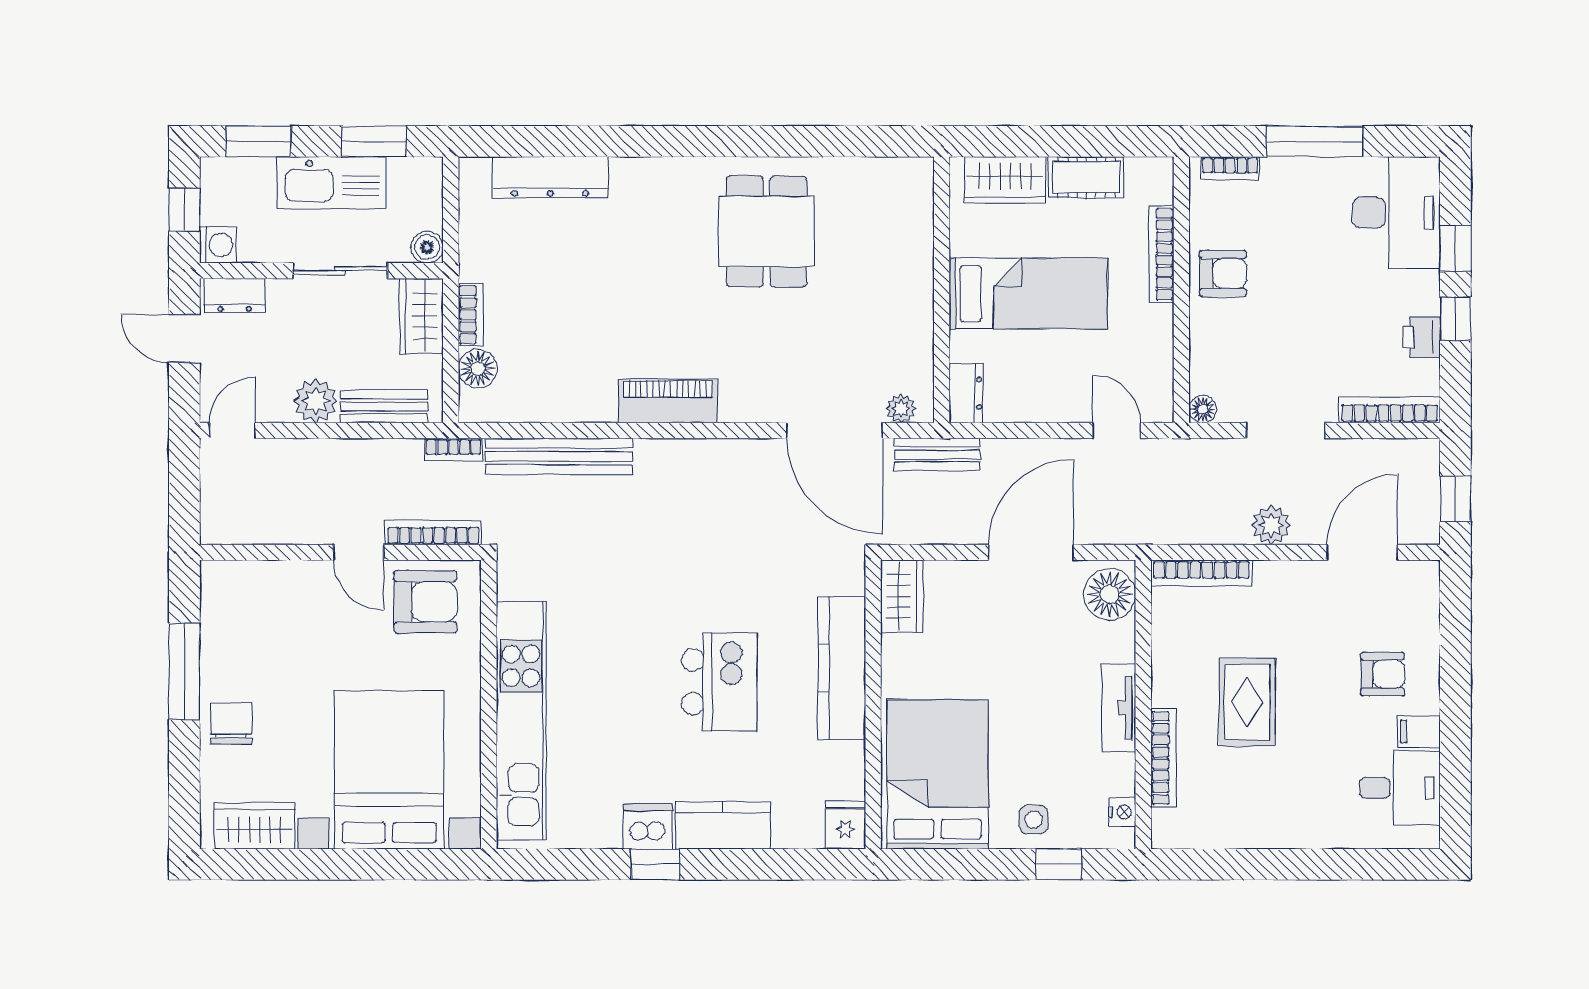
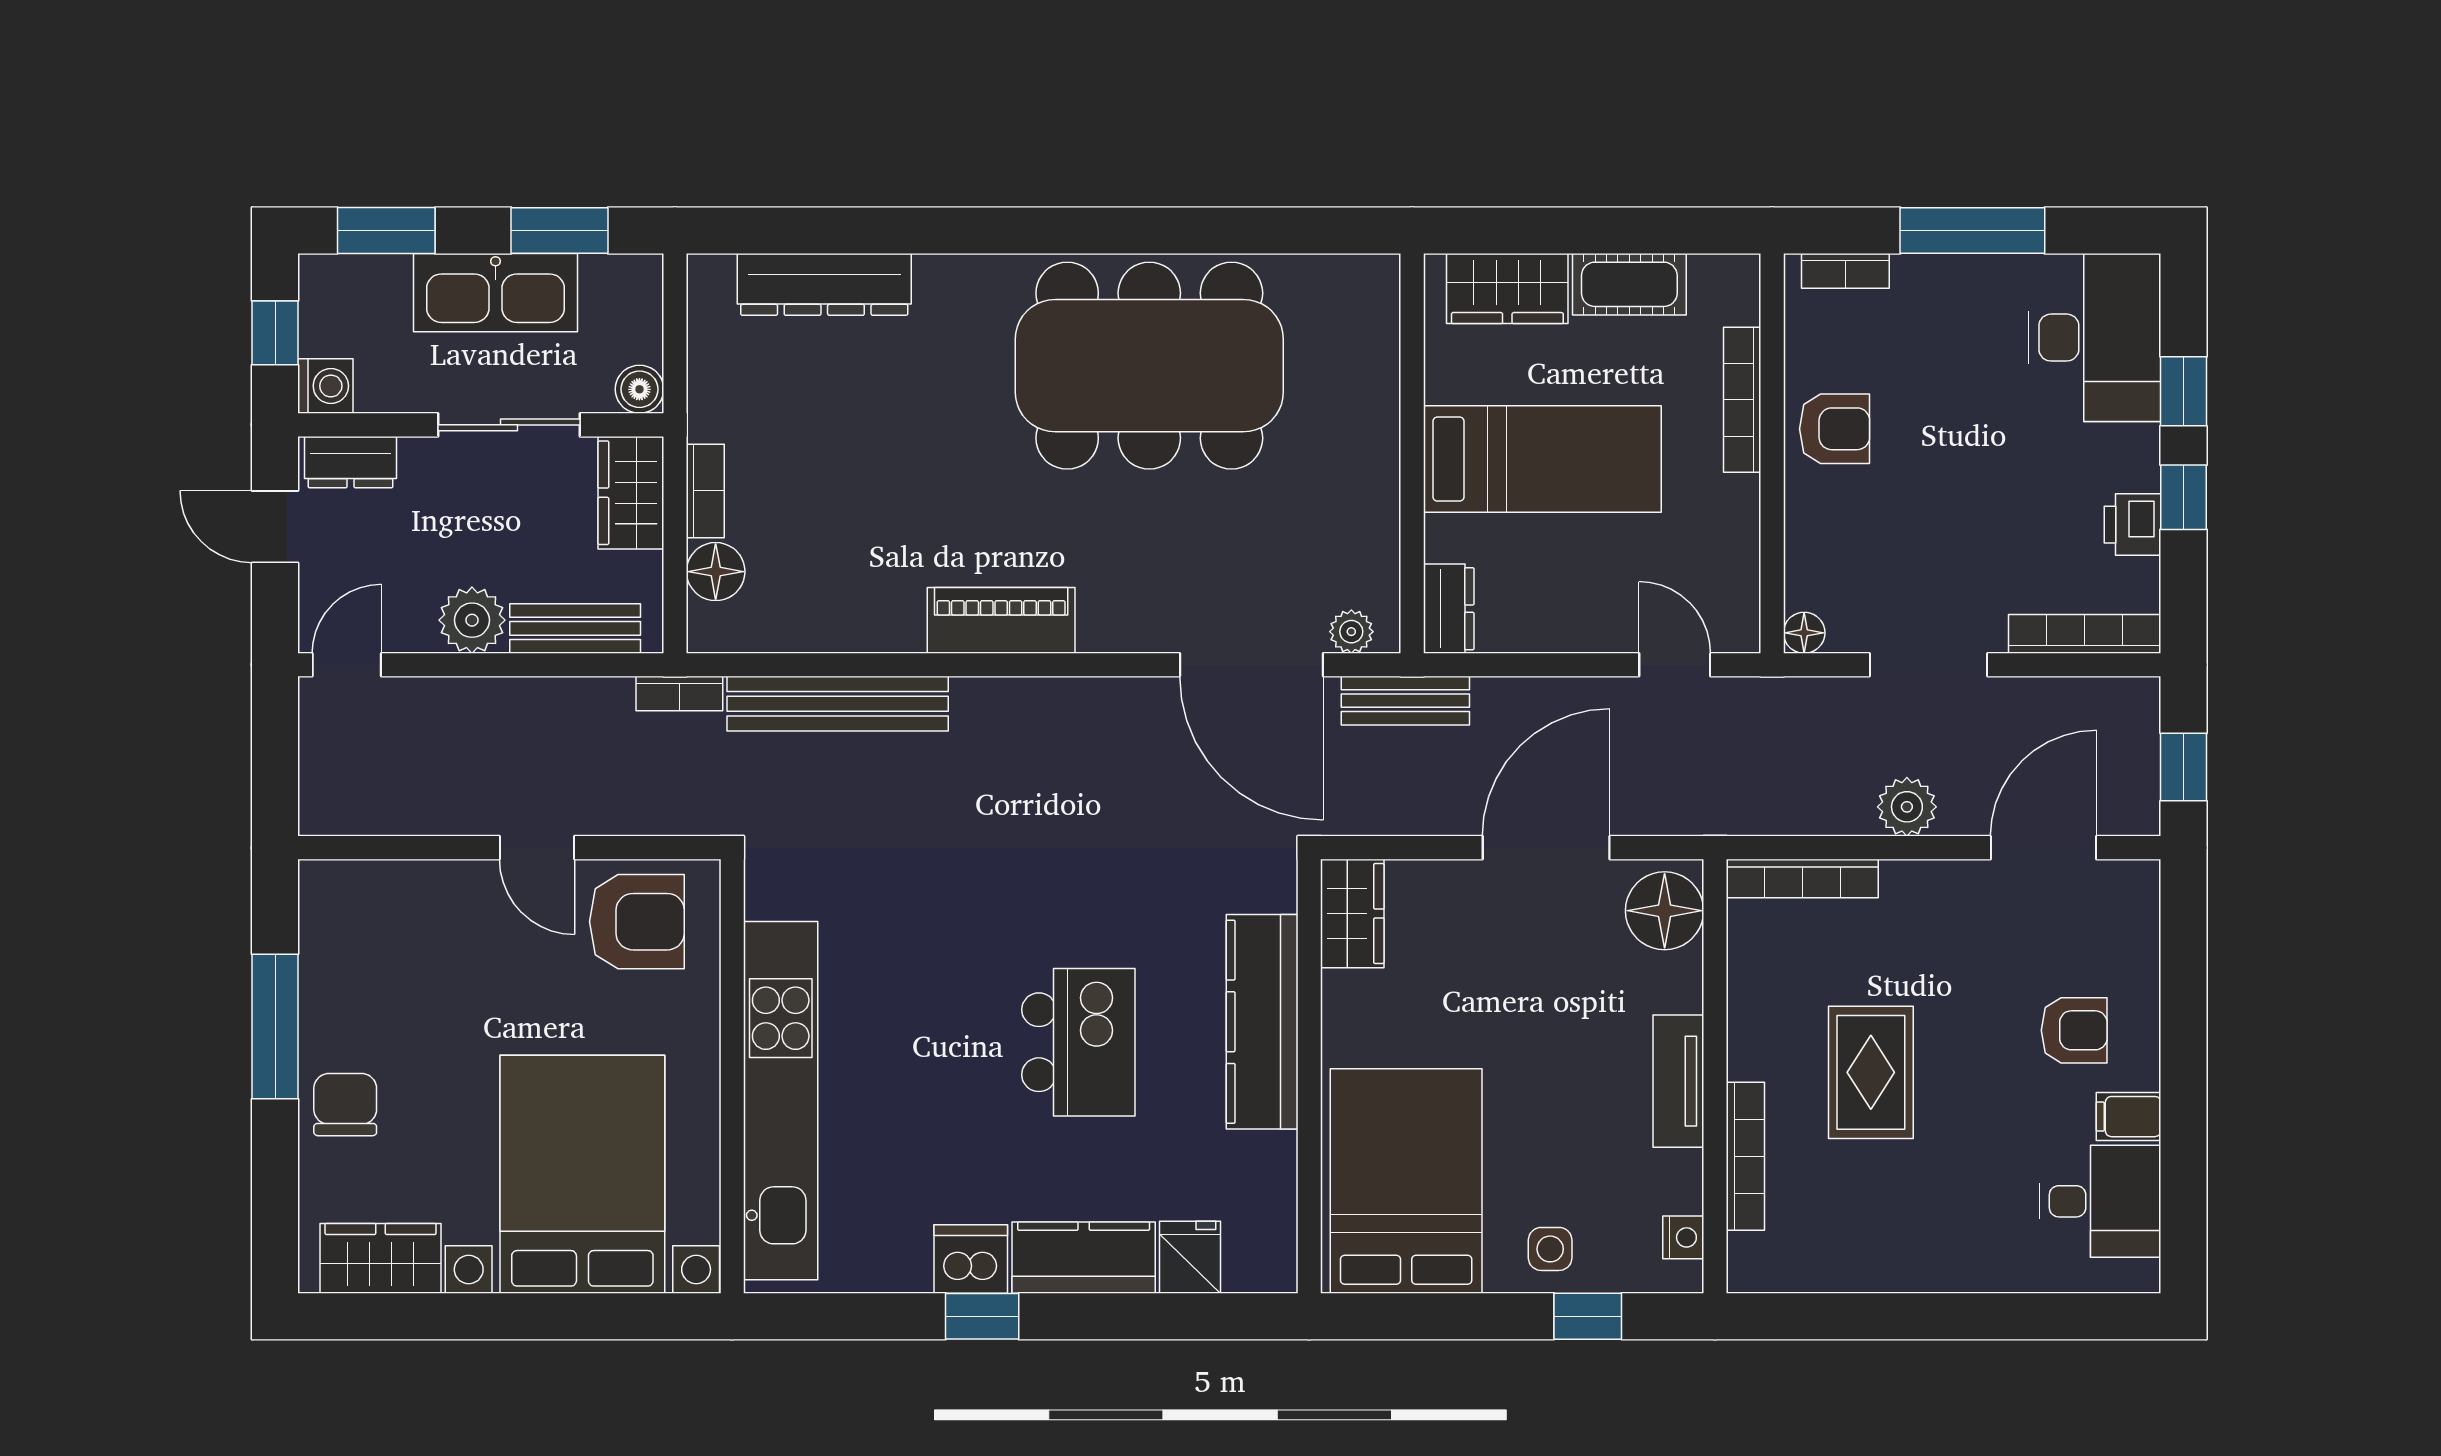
dining table: (767, 231) -> (1149, 366), width x1.88, depth x1.24
bookcase: (433, 532) -> (649, 818), removed
fridge: (845, 825) -> (1190, 1257), moved

